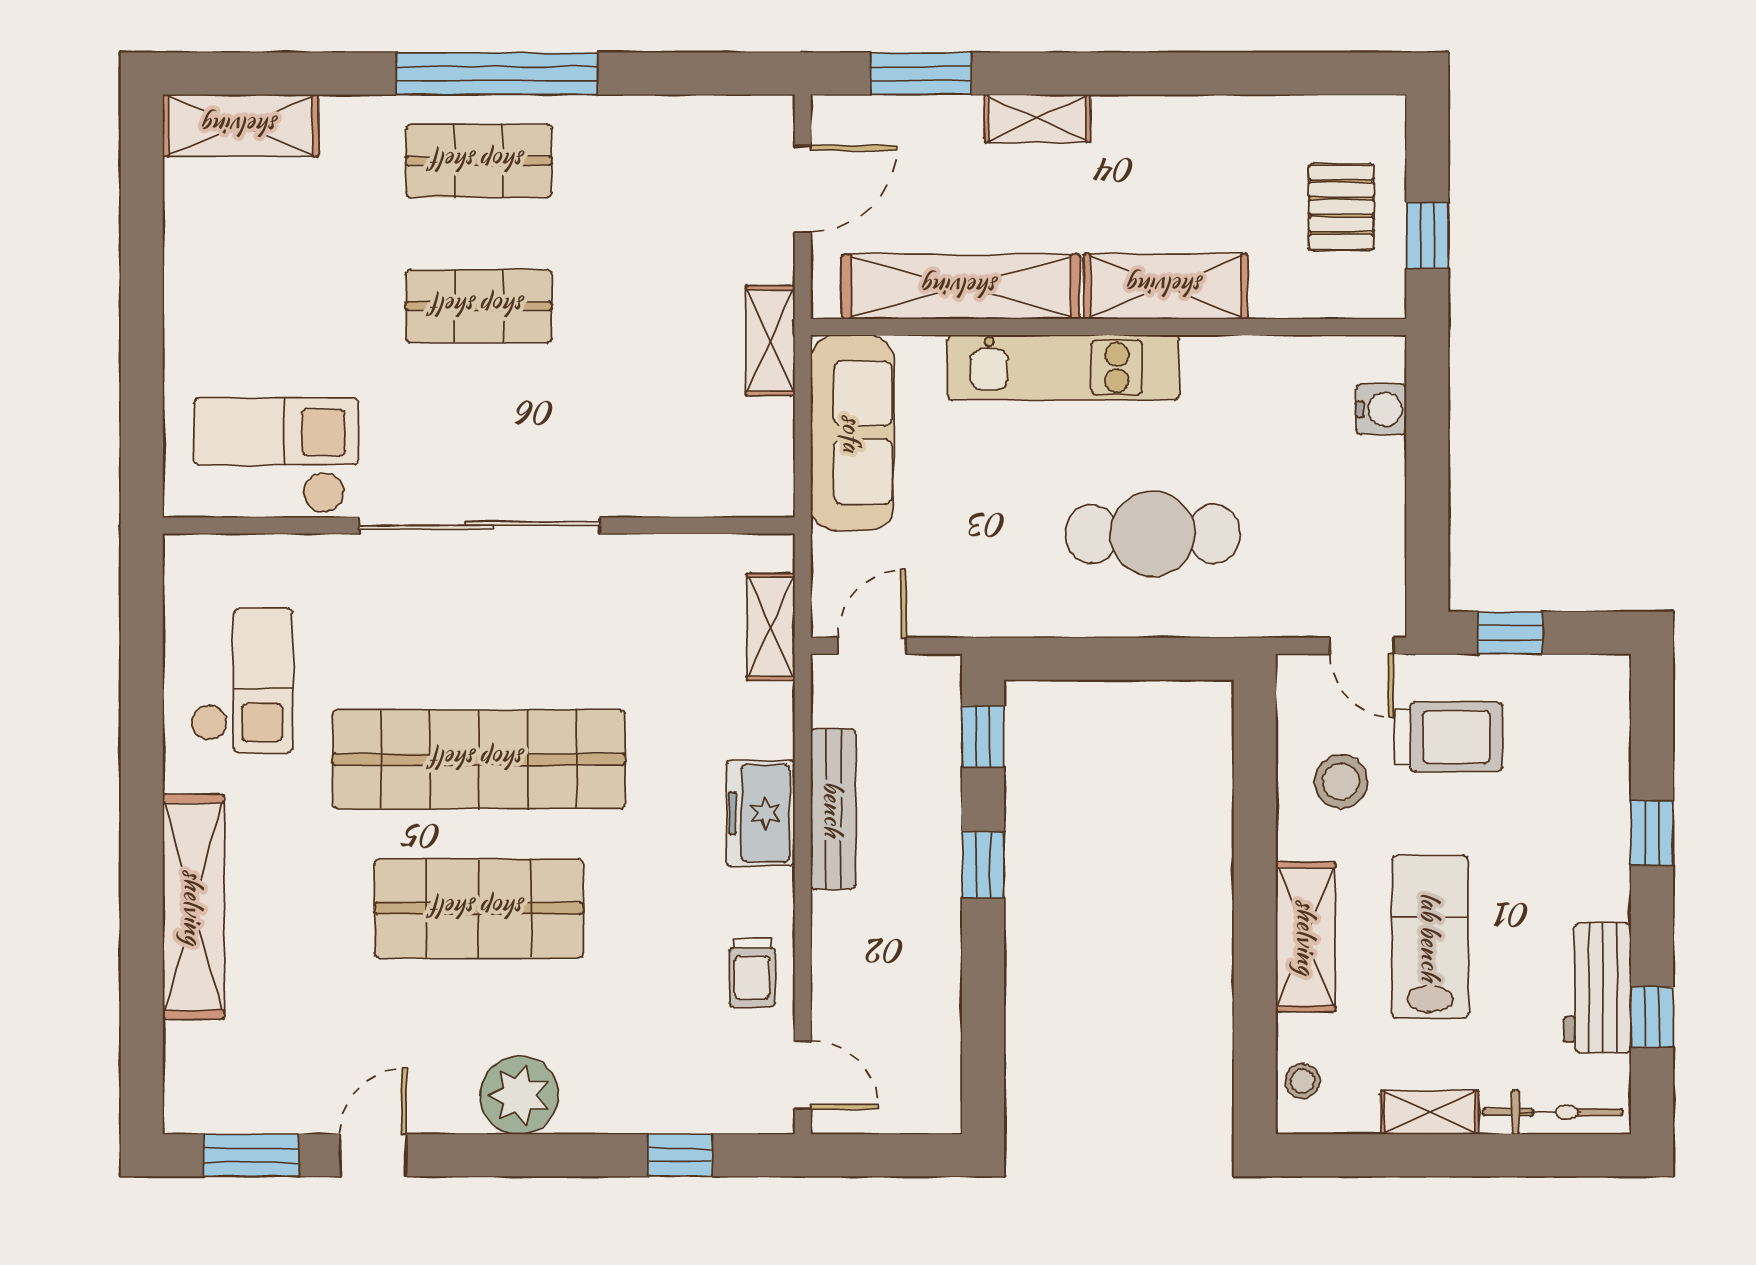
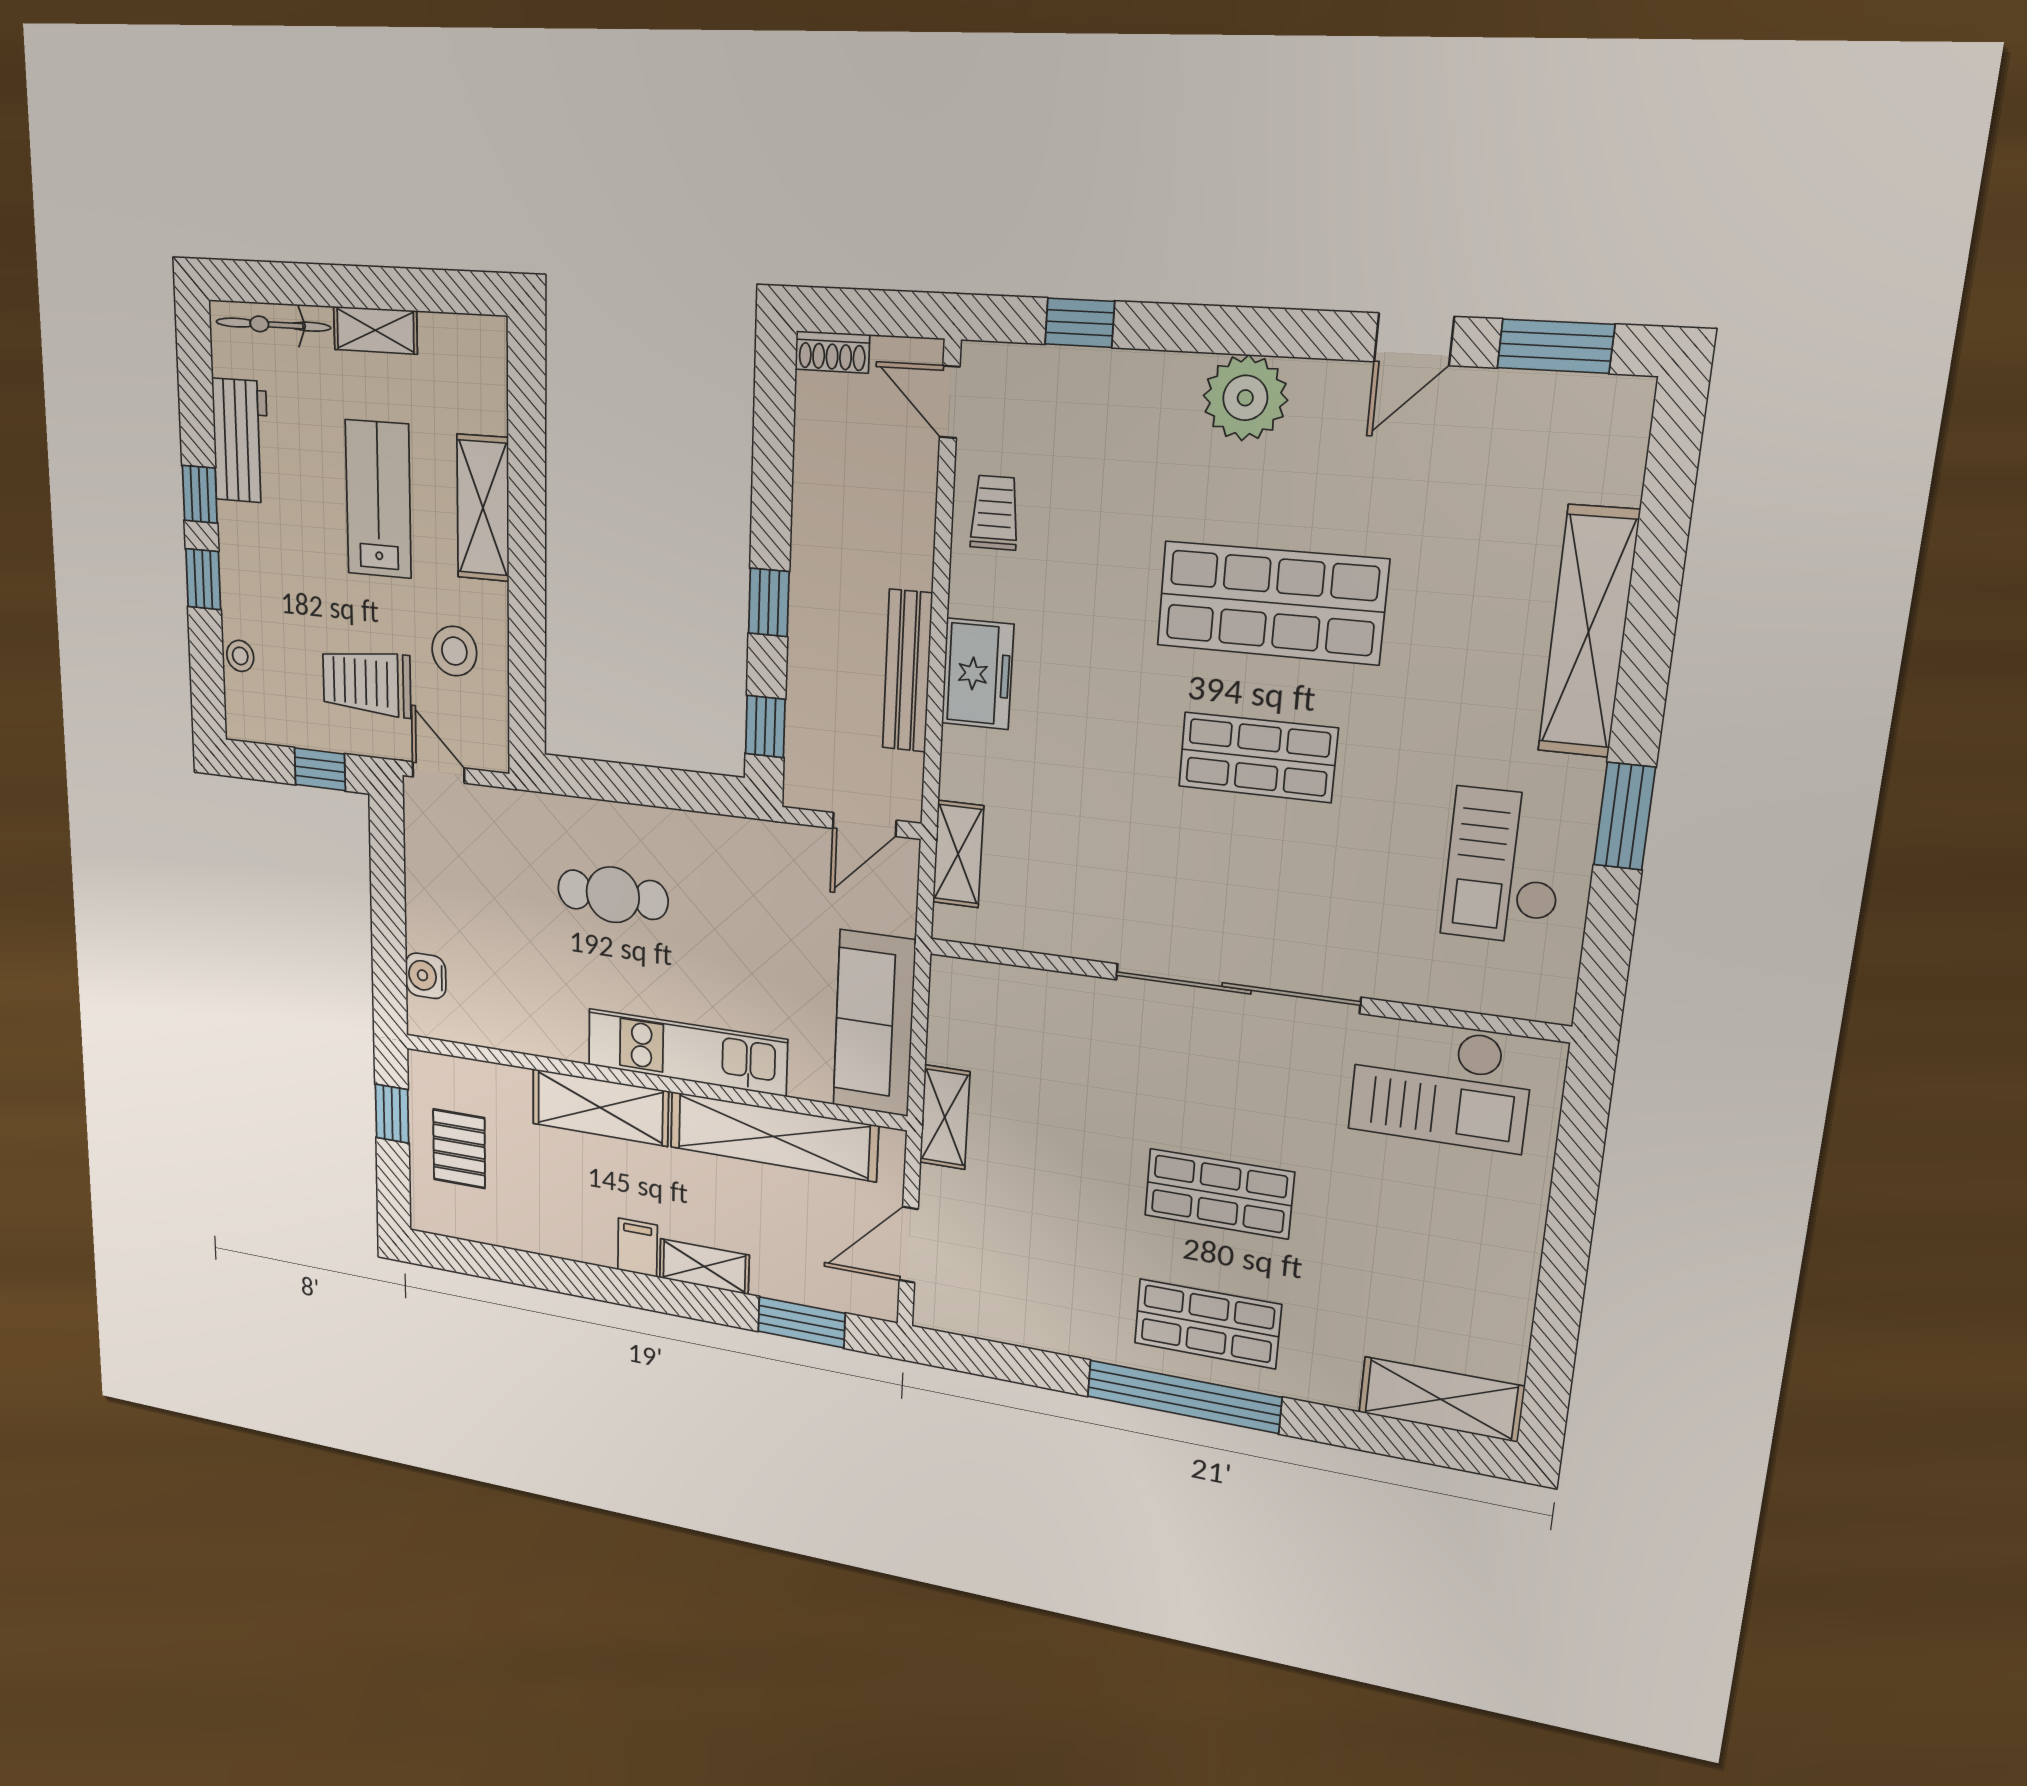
filing cabinet: (1118, 126) -> (637, 1248), added
cafe table: (1153, 534) -> (613, 895), width x0.73, depth x0.74
window: (142, 741) -> (1625, 816), added
shop shelf: (479, 759) -> (1258, 757), width x0.50, depth x0.74
lab bench: (1430, 937) -> (378, 499), turned 180
window: (1652, 1017) -> (200, 494), moved
stool: (1302, 1081) -> (240, 656), moved
shoe rack: (924, 1116) -> (832, 352), added

